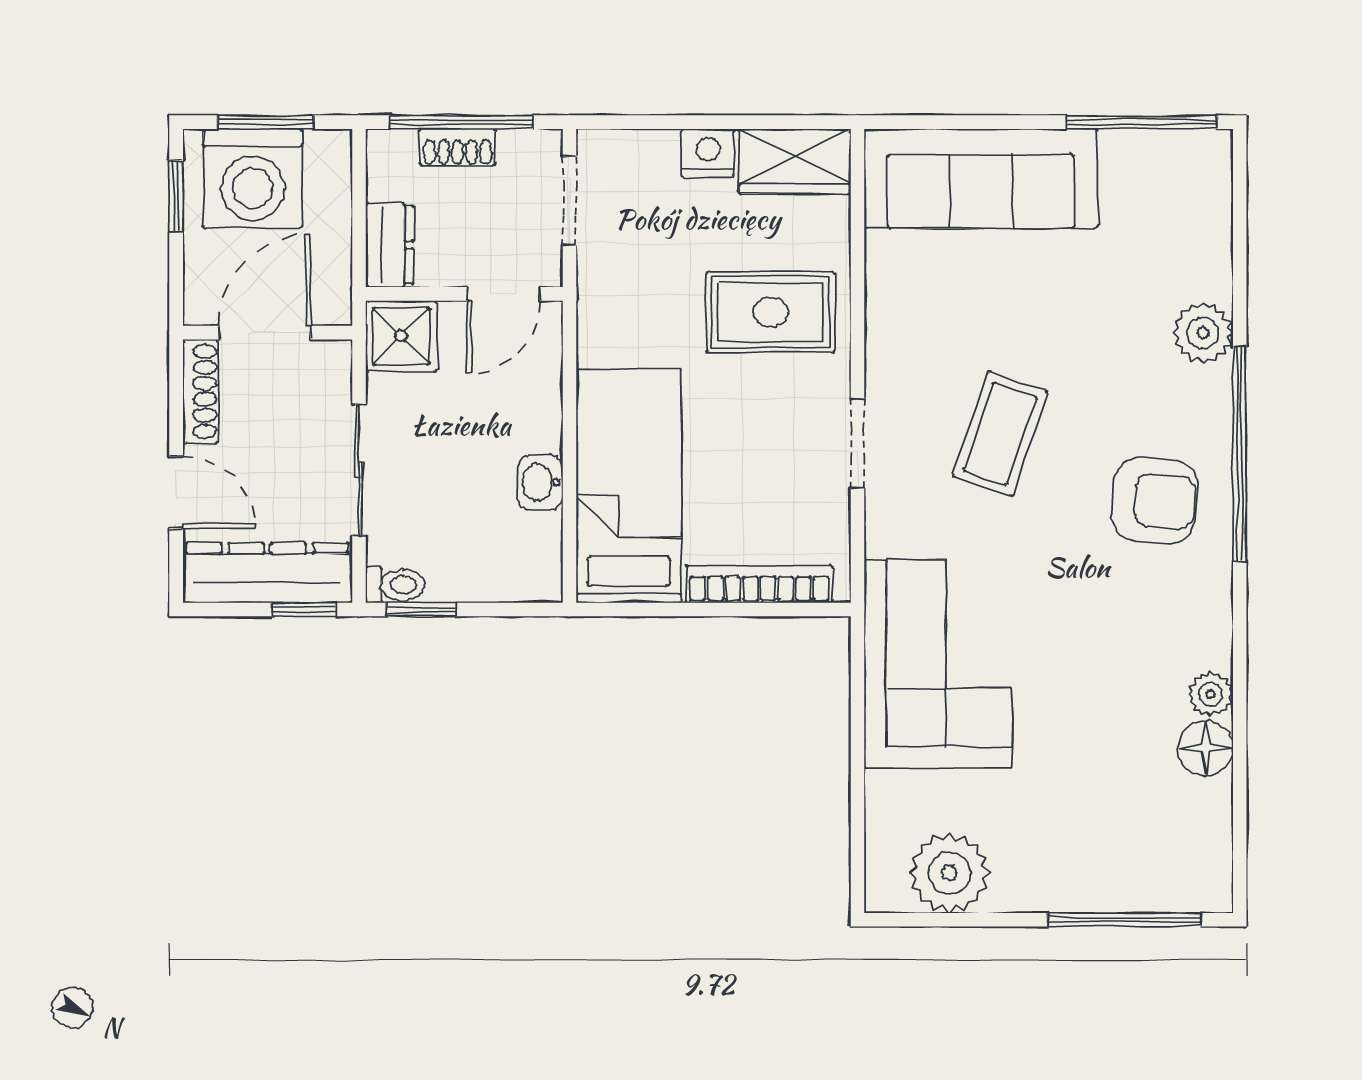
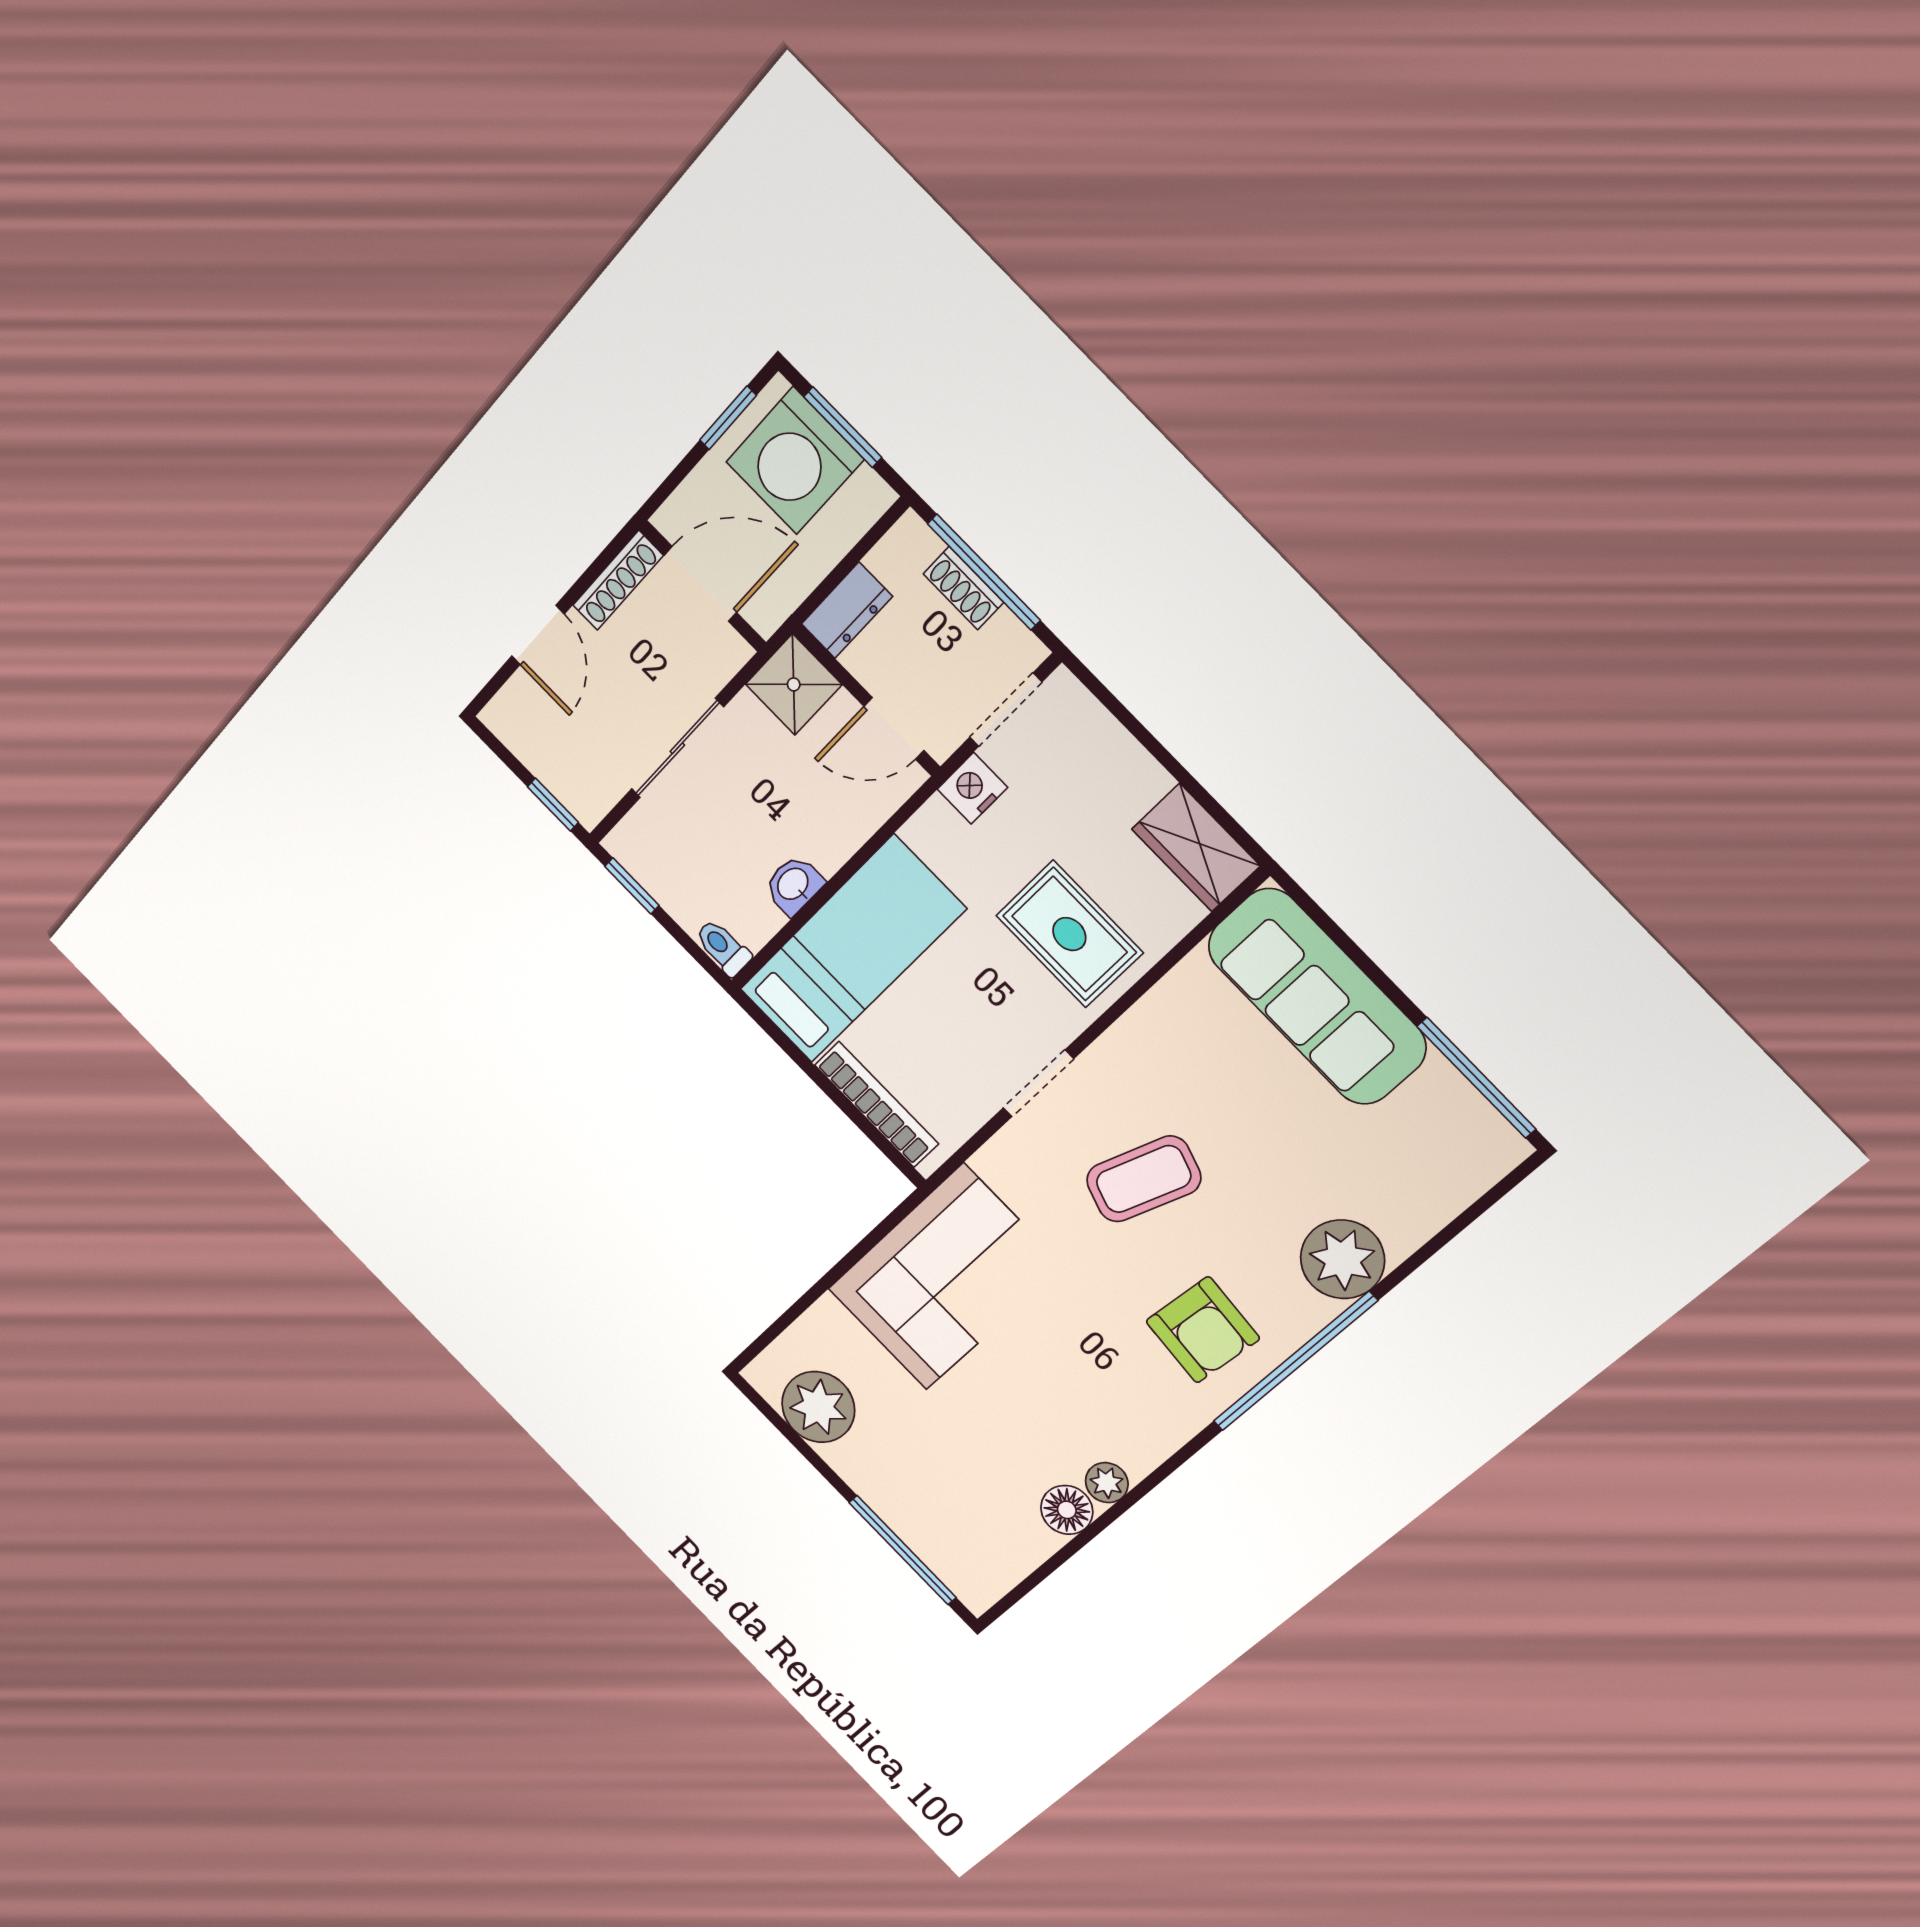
nightstand: (708, 153) -> (972, 788), moved, turned -90
plant: (1203, 333) -> (1342, 1259), width x1.36, depth x1.36
dresser: (267, 573) -> (551, 754), removed
toilet: (395, 585) -> (723, 948), moved, turned 180

